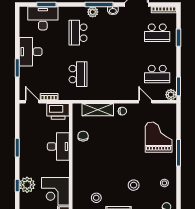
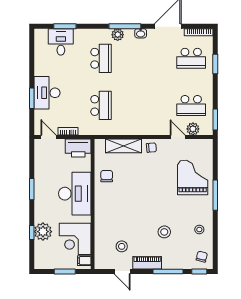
desk: (43, 18) -> (61, 42), width x0.73
school desk: (78, 33) -> (101, 58), turned 180
desk: (31, 52) -> (47, 93), moved
plant: (171, 95) -> (193, 129), moved
desk: (58, 146) -> (75, 194), width x1.36, depth x1.30

